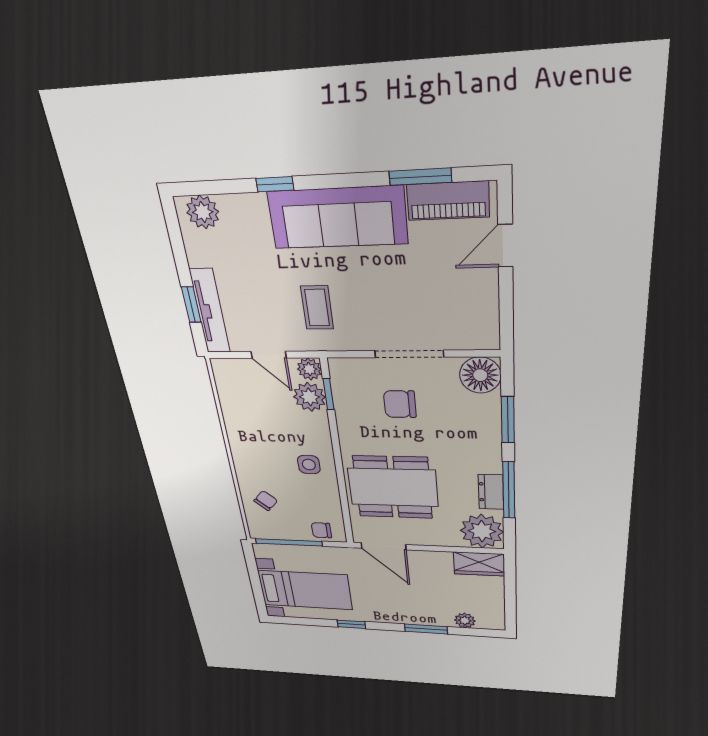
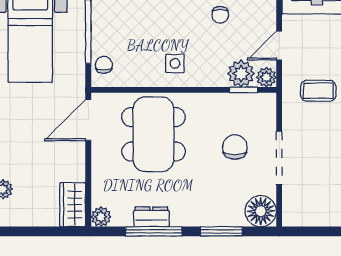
chair: (266, 501) -> (220, 15), moved, turned 48
plant: (482, 531) -> (101, 217), width x0.53, depth x0.53

